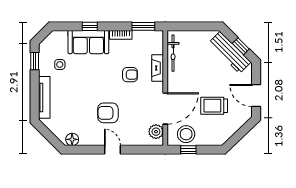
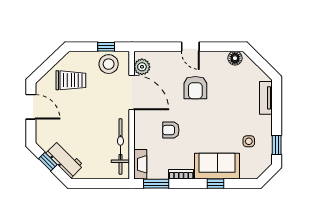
bicycle: (173, 53) -> (120, 146), width x1.37, depth x1.40
workbench: (230, 53) -> (65, 159), width x0.73
fireplace: (158, 68) -> (140, 164), moved
tv unit: (44, 97) -> (266, 98), width x0.71
trolley: (214, 106) -> (71, 80), moved
door: (165, 108) -> (132, 93), swing flipped
armchair: (108, 113) -> (195, 88), turned 90

